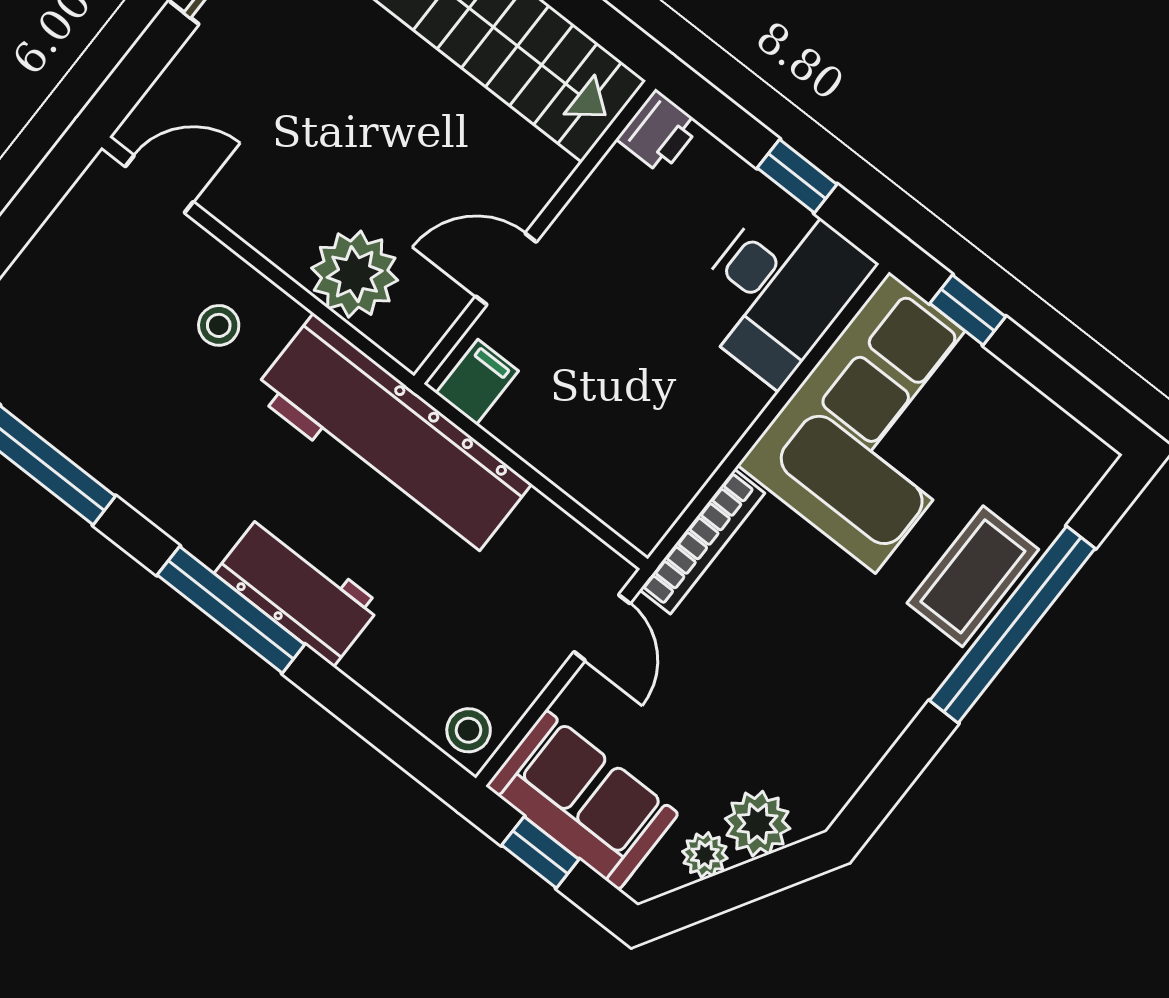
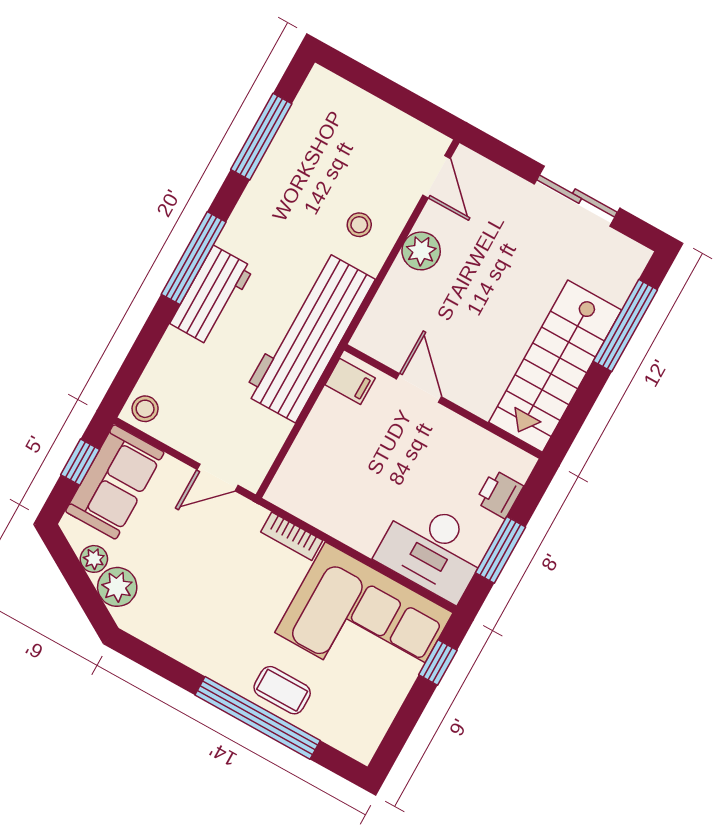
printer: (659, 132) -> (499, 494), moved, turned 90
window: (797, 176) -> (500, 550), width x1.50
plant: (355, 274) -> (421, 251), moved, width x0.73, depth x0.73
bookcase: (702, 542) -> (292, 536), width x0.64
coffee table: (973, 576) -> (282, 690), width x0.73, depth x0.77

